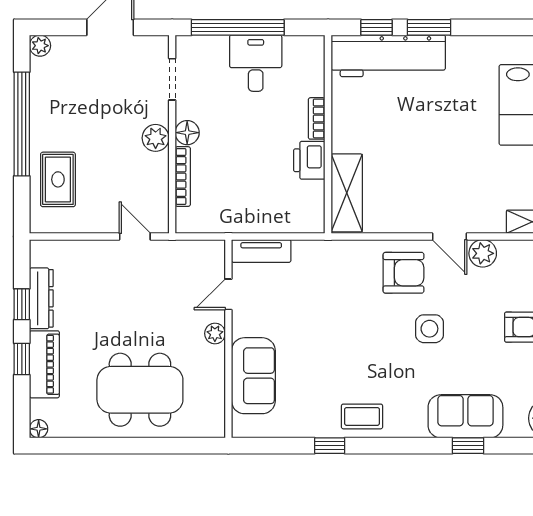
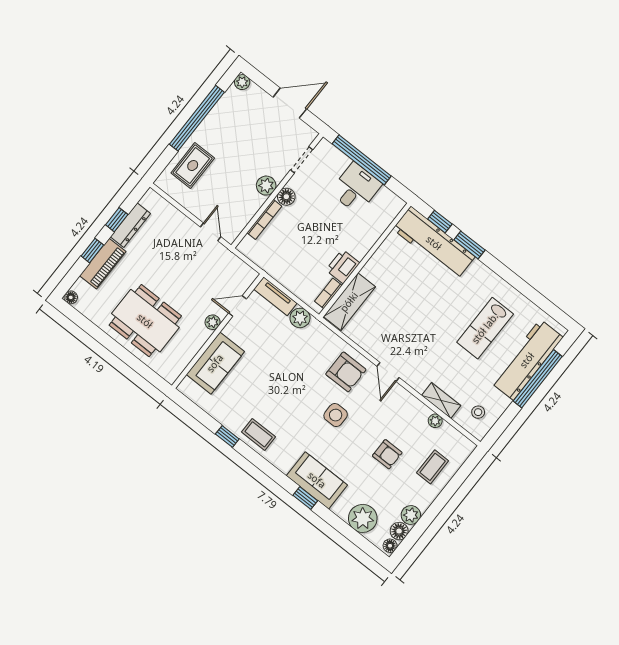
bookcase: (317, 118) -> (328, 293), moved
plant: (483, 253) -> (300, 318), moved

